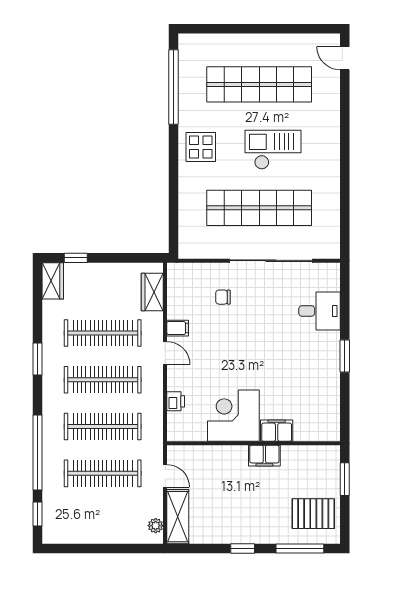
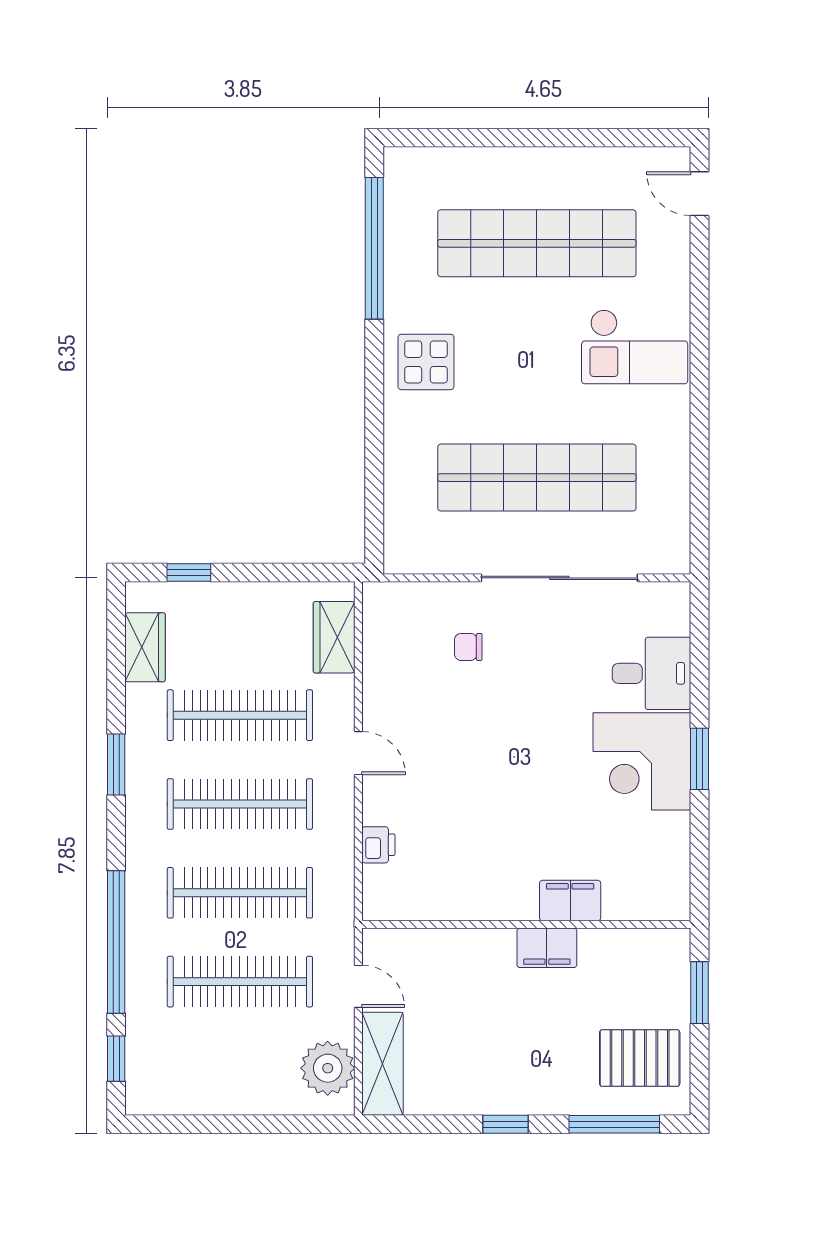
checkout: (273, 150) -> (635, 347), moved, turned 180
wardrobe: (53, 281) -> (145, 647), moved
filing cabinet: (178, 328) -> (382, 706), removed
corner desk: (233, 416) -> (642, 761), moved, turned -90
plant: (156, 526) -> (328, 1068), width x1.87, depth x1.87

